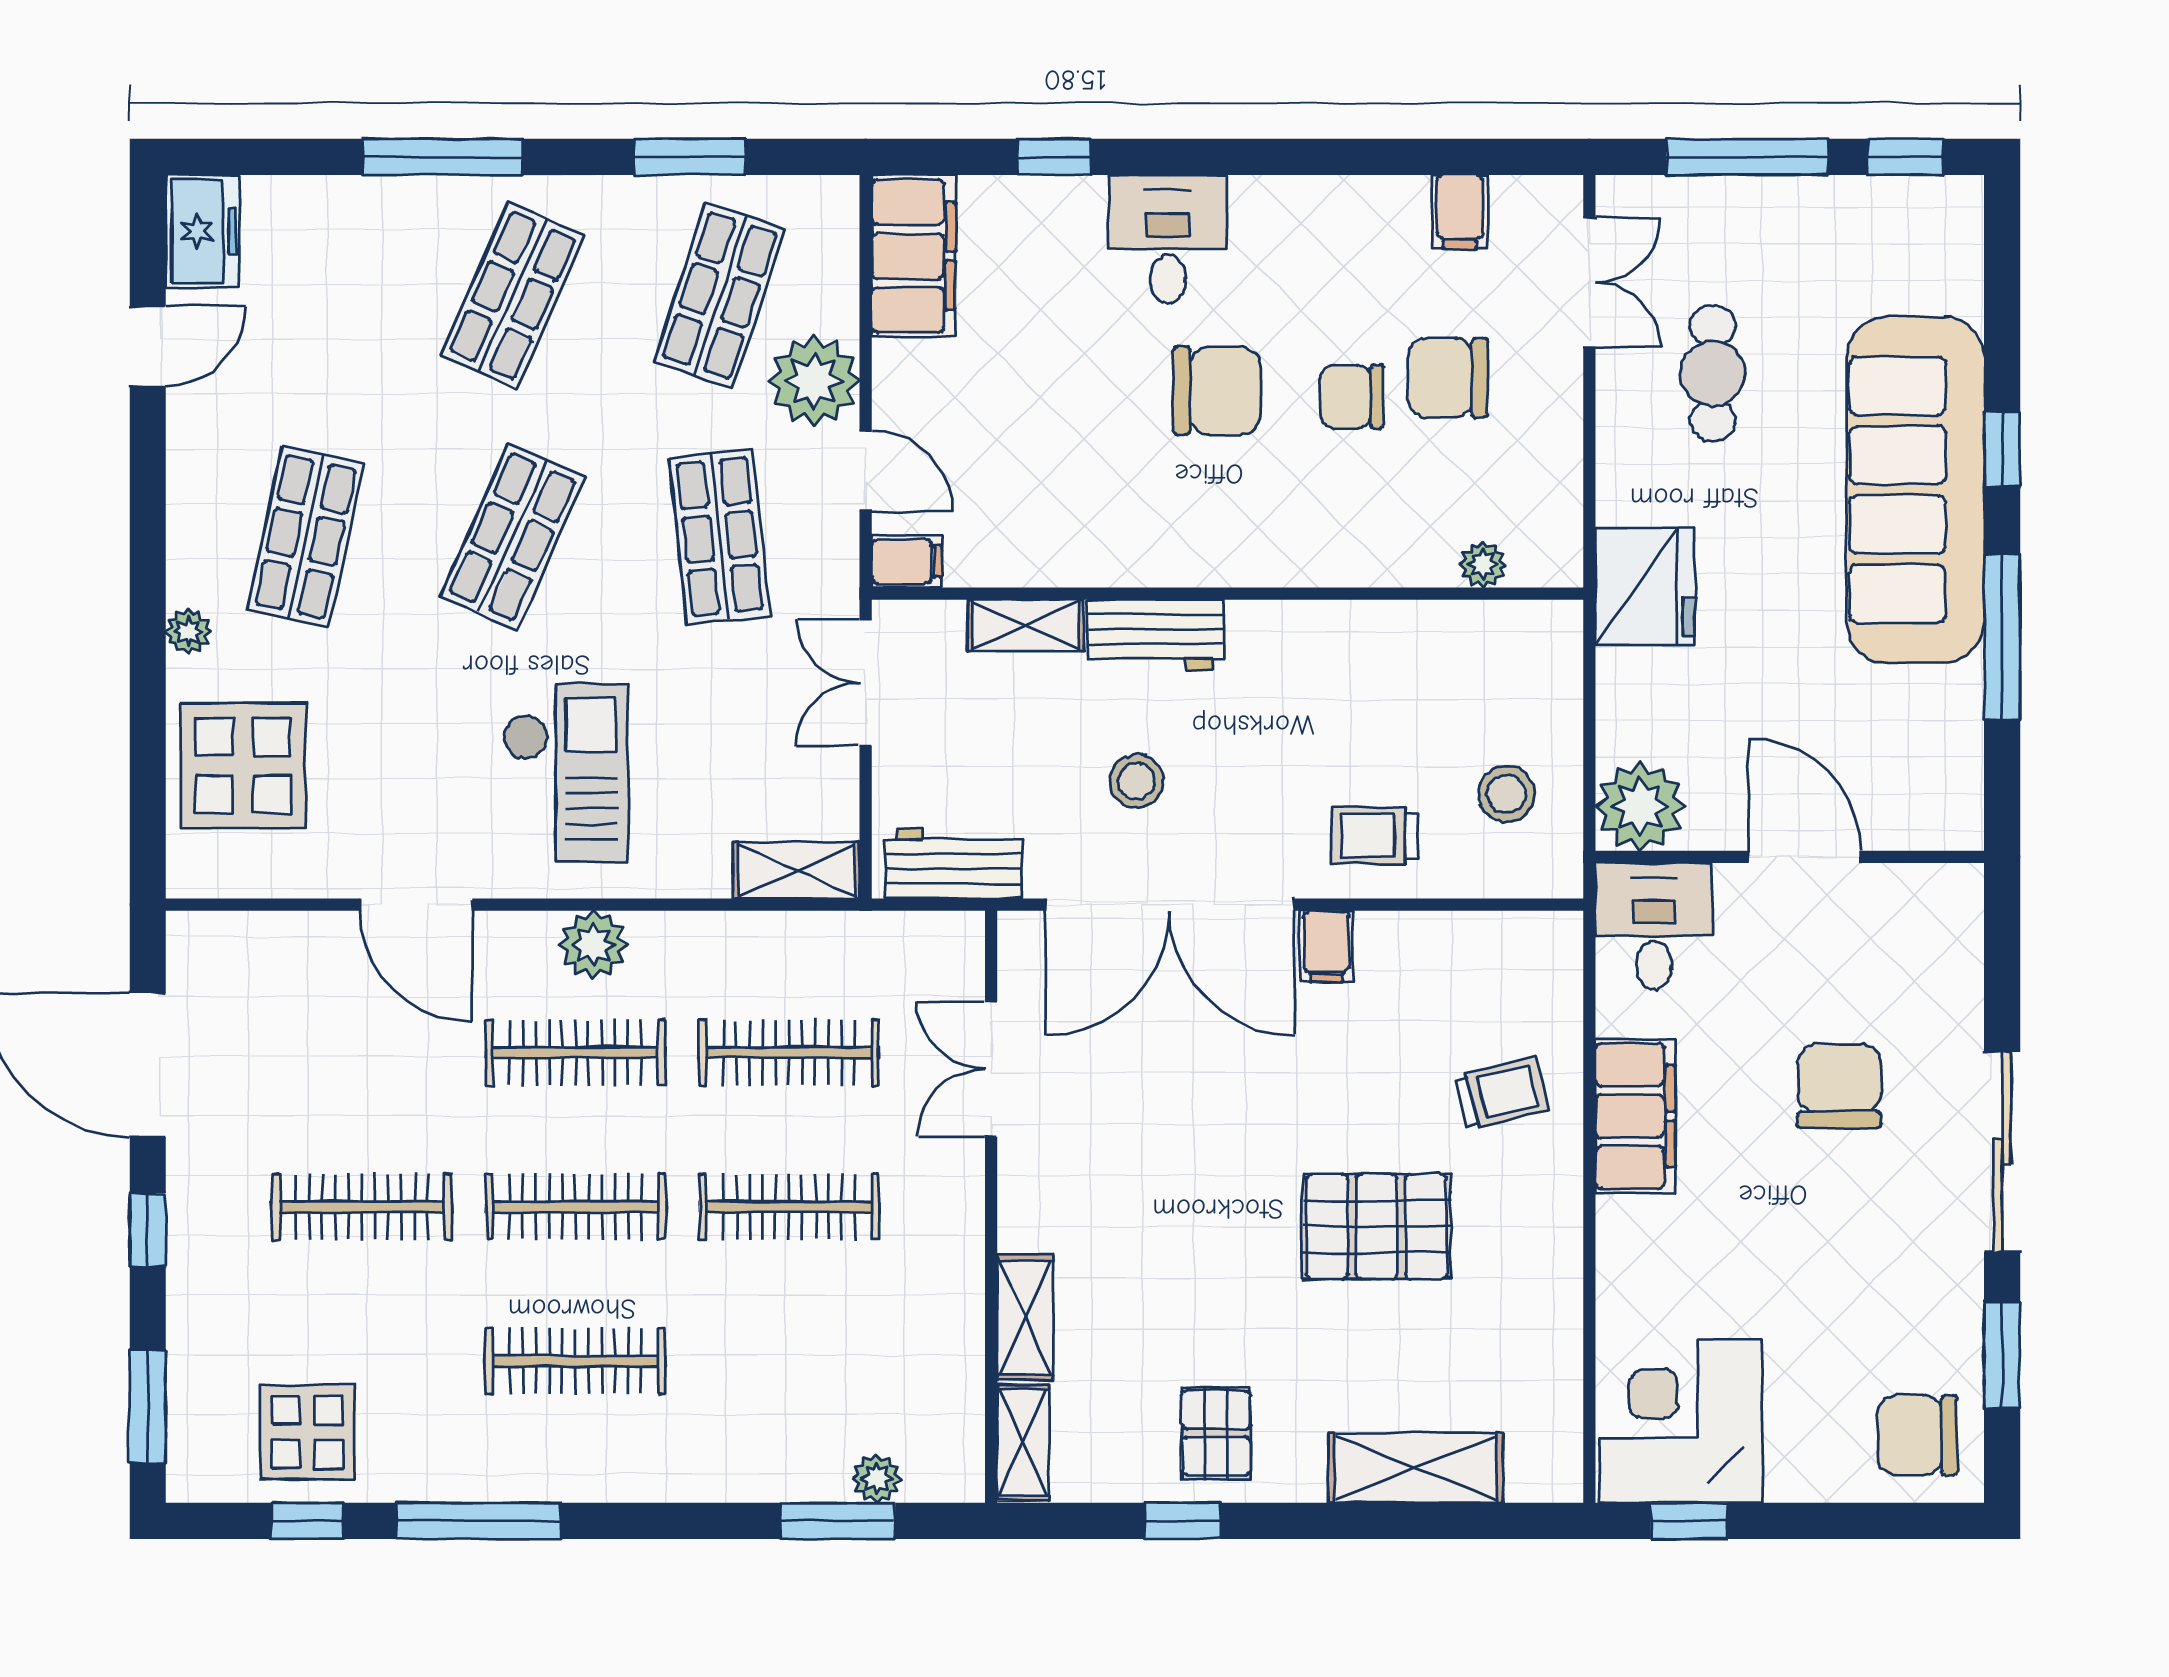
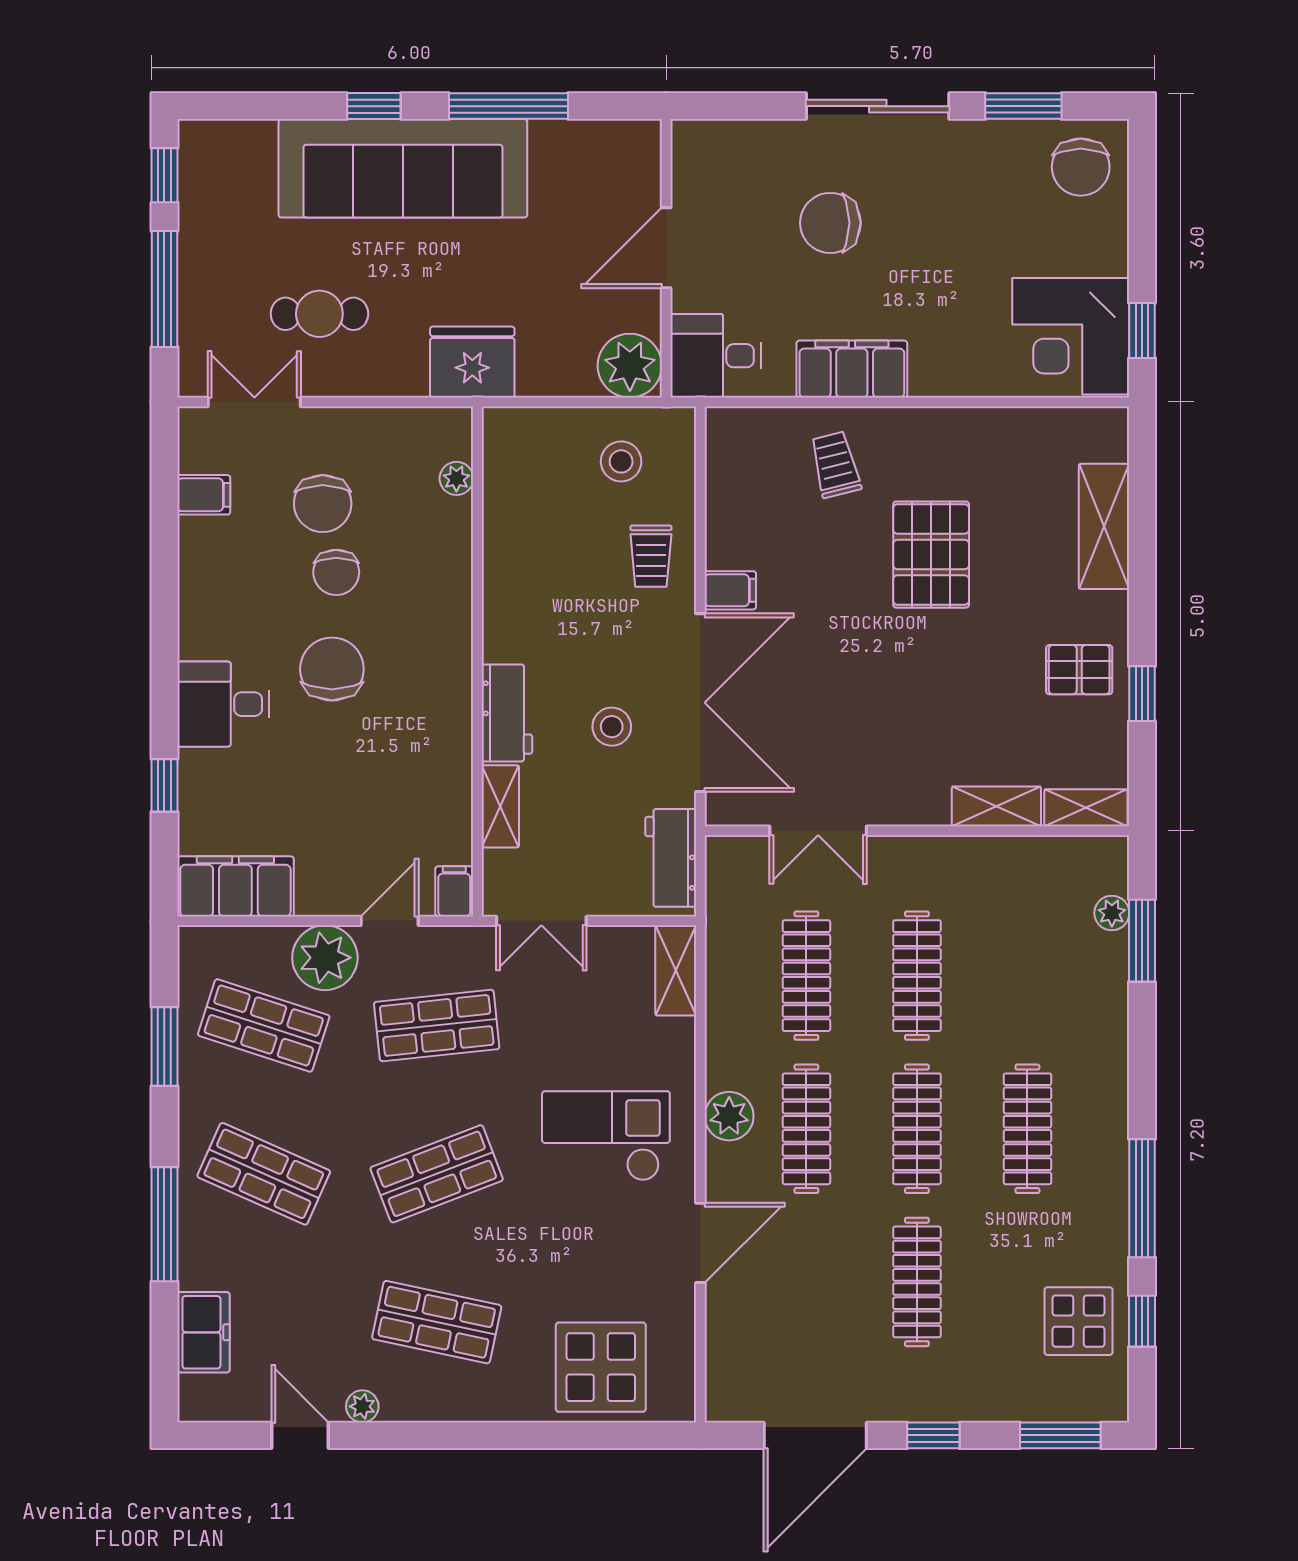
freezer: (202, 231) -> (203, 1332), moved, turned 90
shop shelf: (513, 537) -> (437, 1174), turned -45
plant: (188, 631) -> (362, 1406), moved

